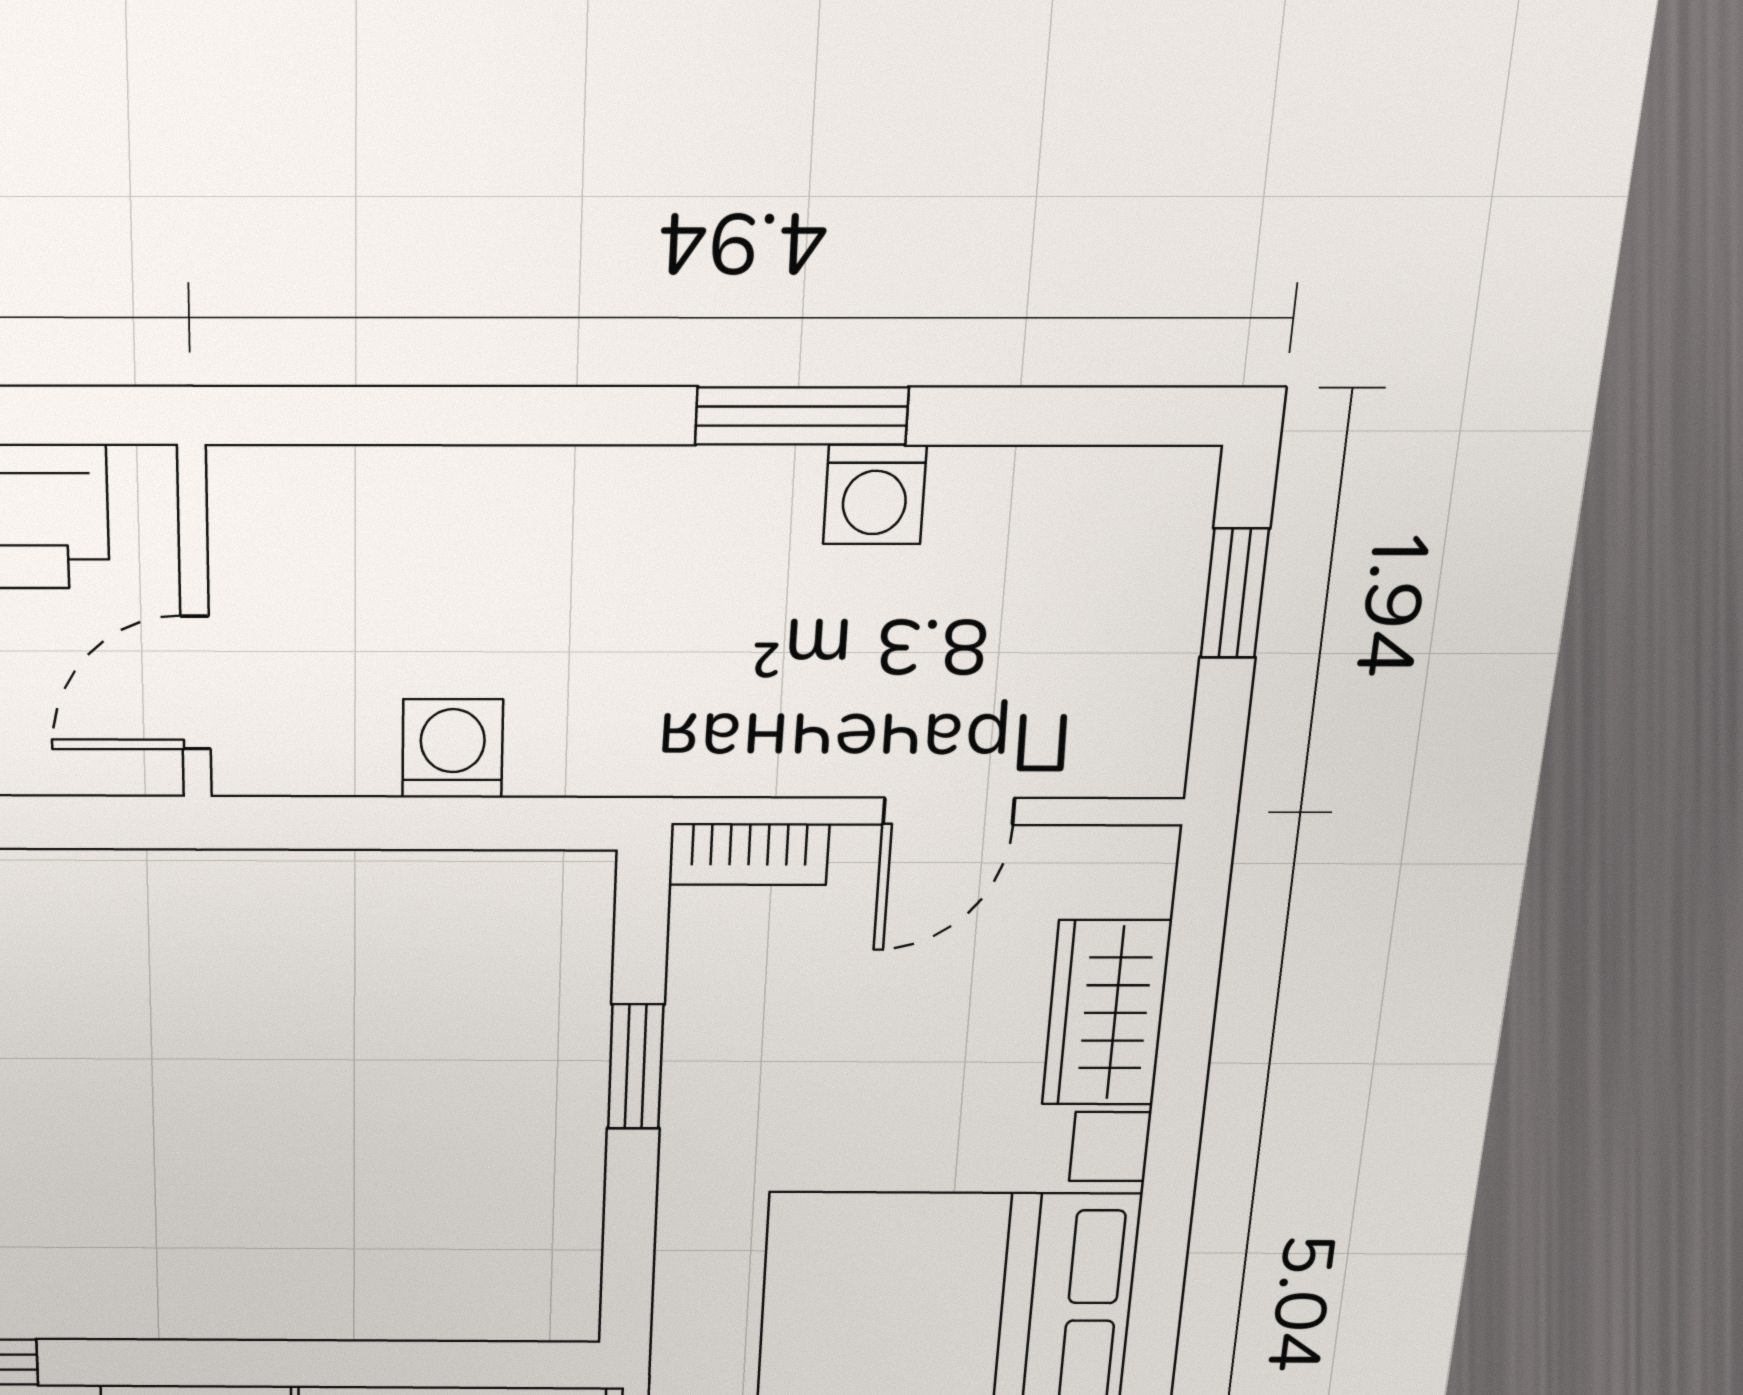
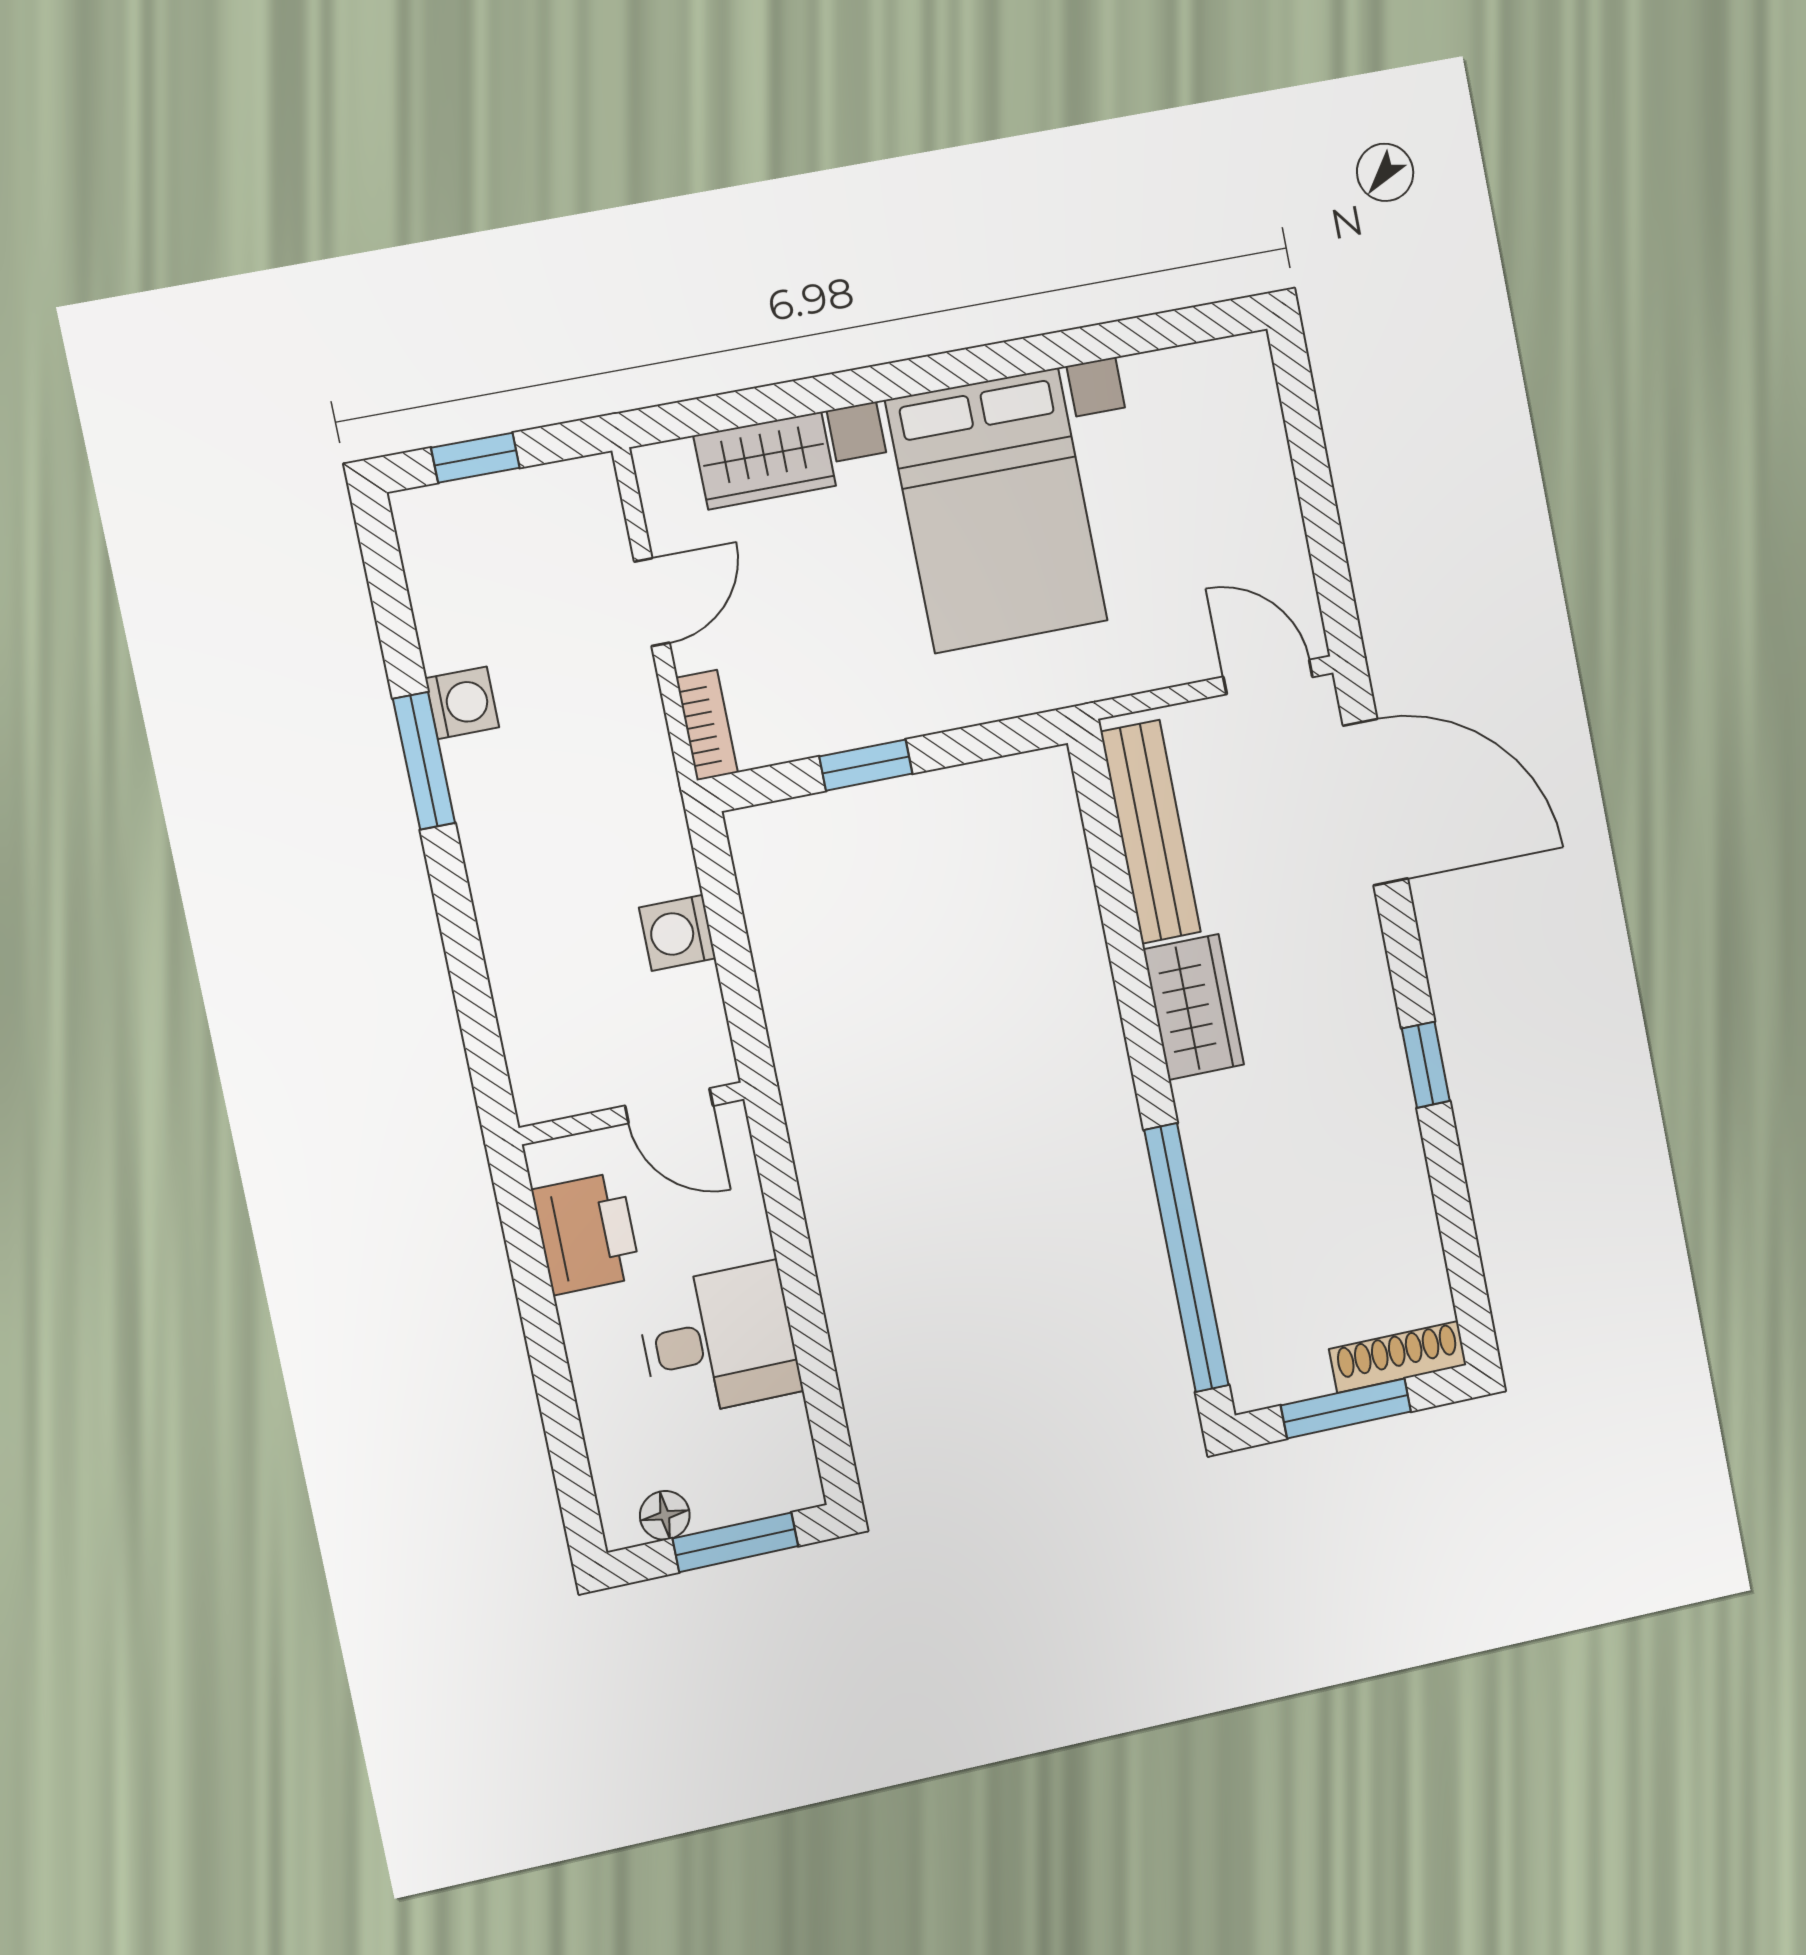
door: (949, 811) -> (652, 602), hinge flipped

